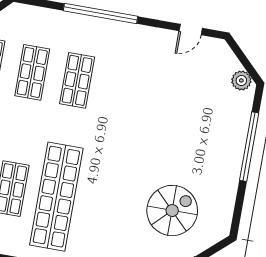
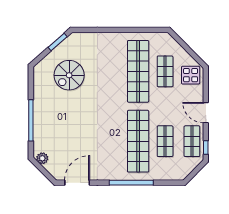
door: (191, 30) -> (77, 183), width x1.88
shop shelf: (77, 80) -> (138, 141), width x2.00, depth x1.36

